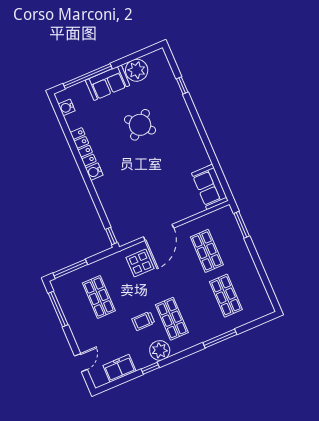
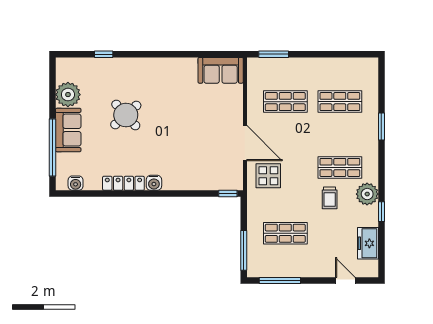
window: (220, 338) -> (381, 127), width x0.69

